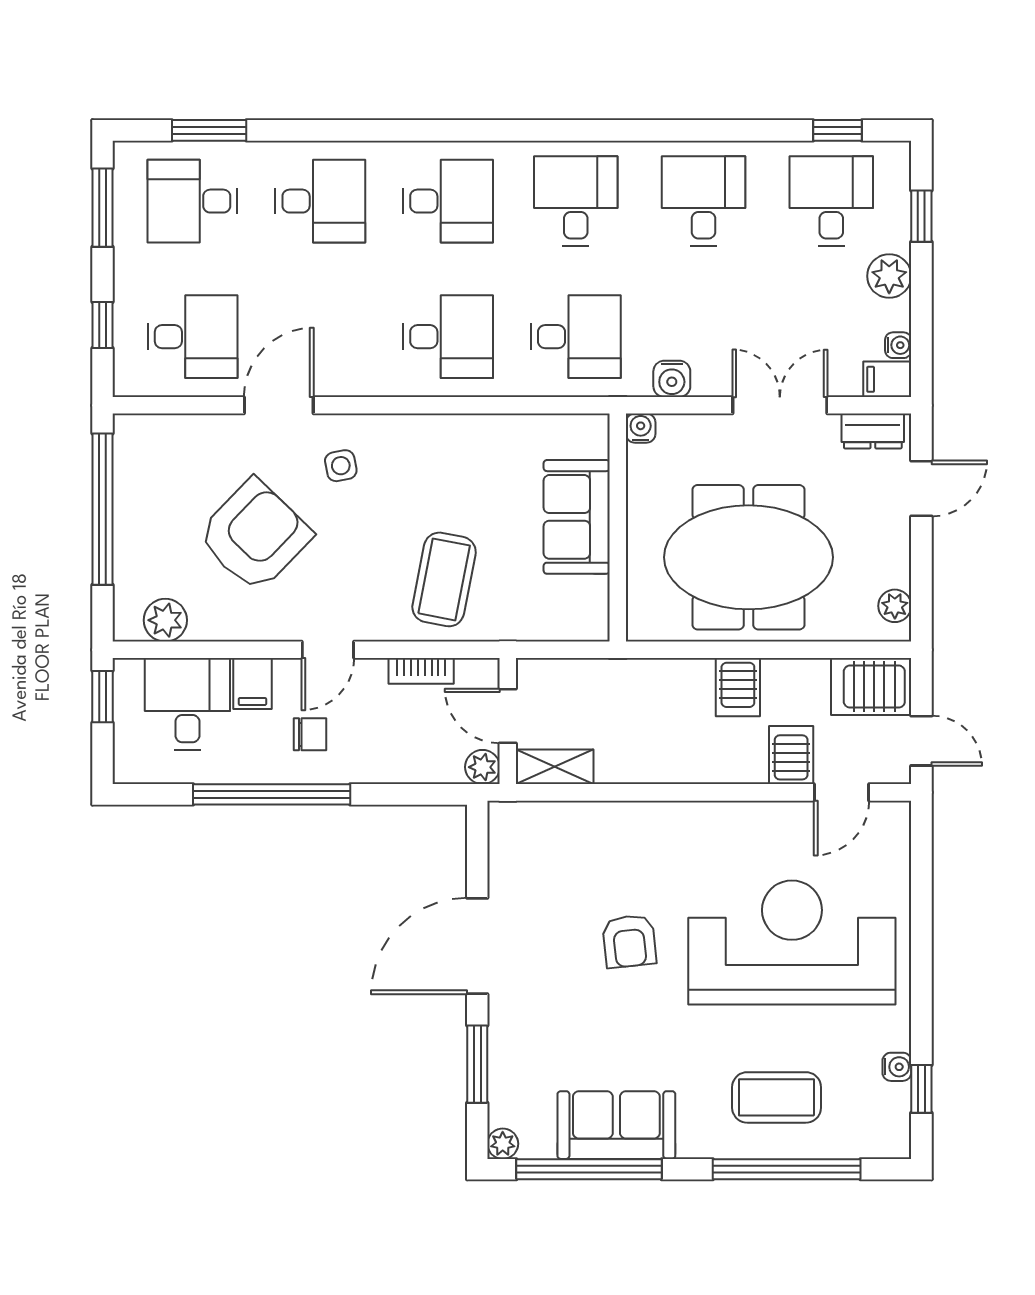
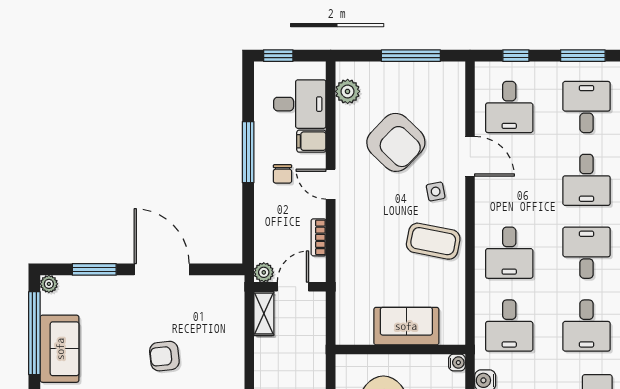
desk: (448, 201) -> (587, 253), turned 180
desk: (576, 201) -> (587, 326), turned 90
window: (102, 509) -> (411, 56), width x0.68
coffee table: (444, 579) -> (433, 241), moved
window: (102, 697) -> (278, 56), moved
window: (272, 794) -> (248, 152), width x0.68

